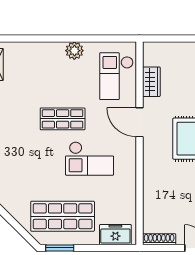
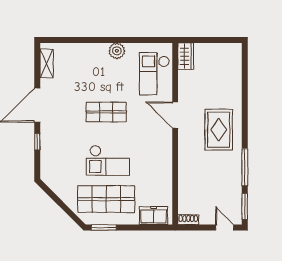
wardrobe: (151, 82) -> (186, 56), moved
checkout: (90, 159) -> (108, 160), moved
shoe rack: (159, 239) -> (188, 220), width x0.70

